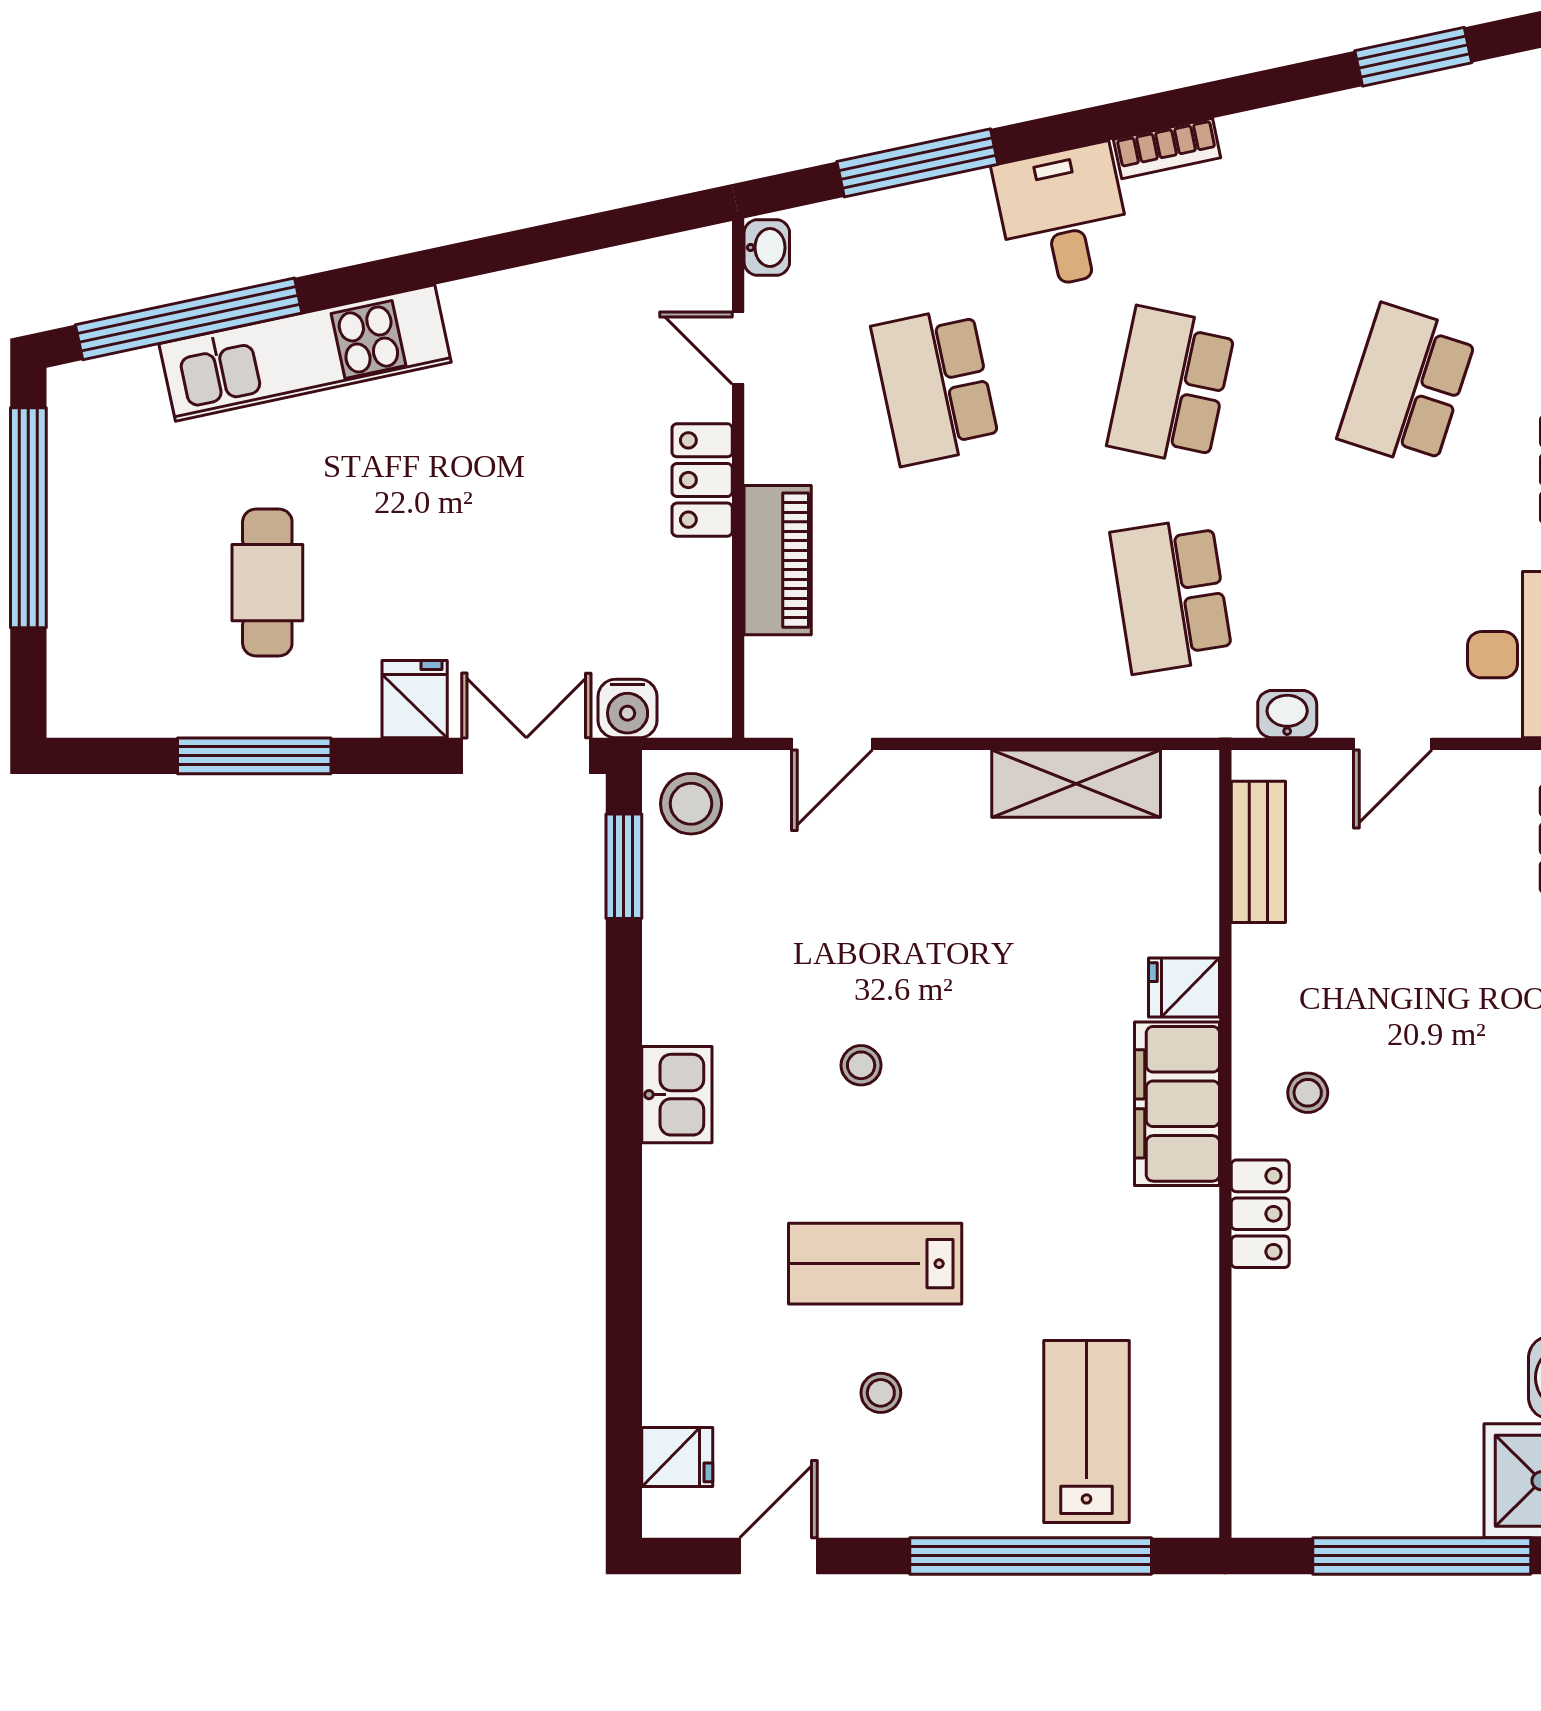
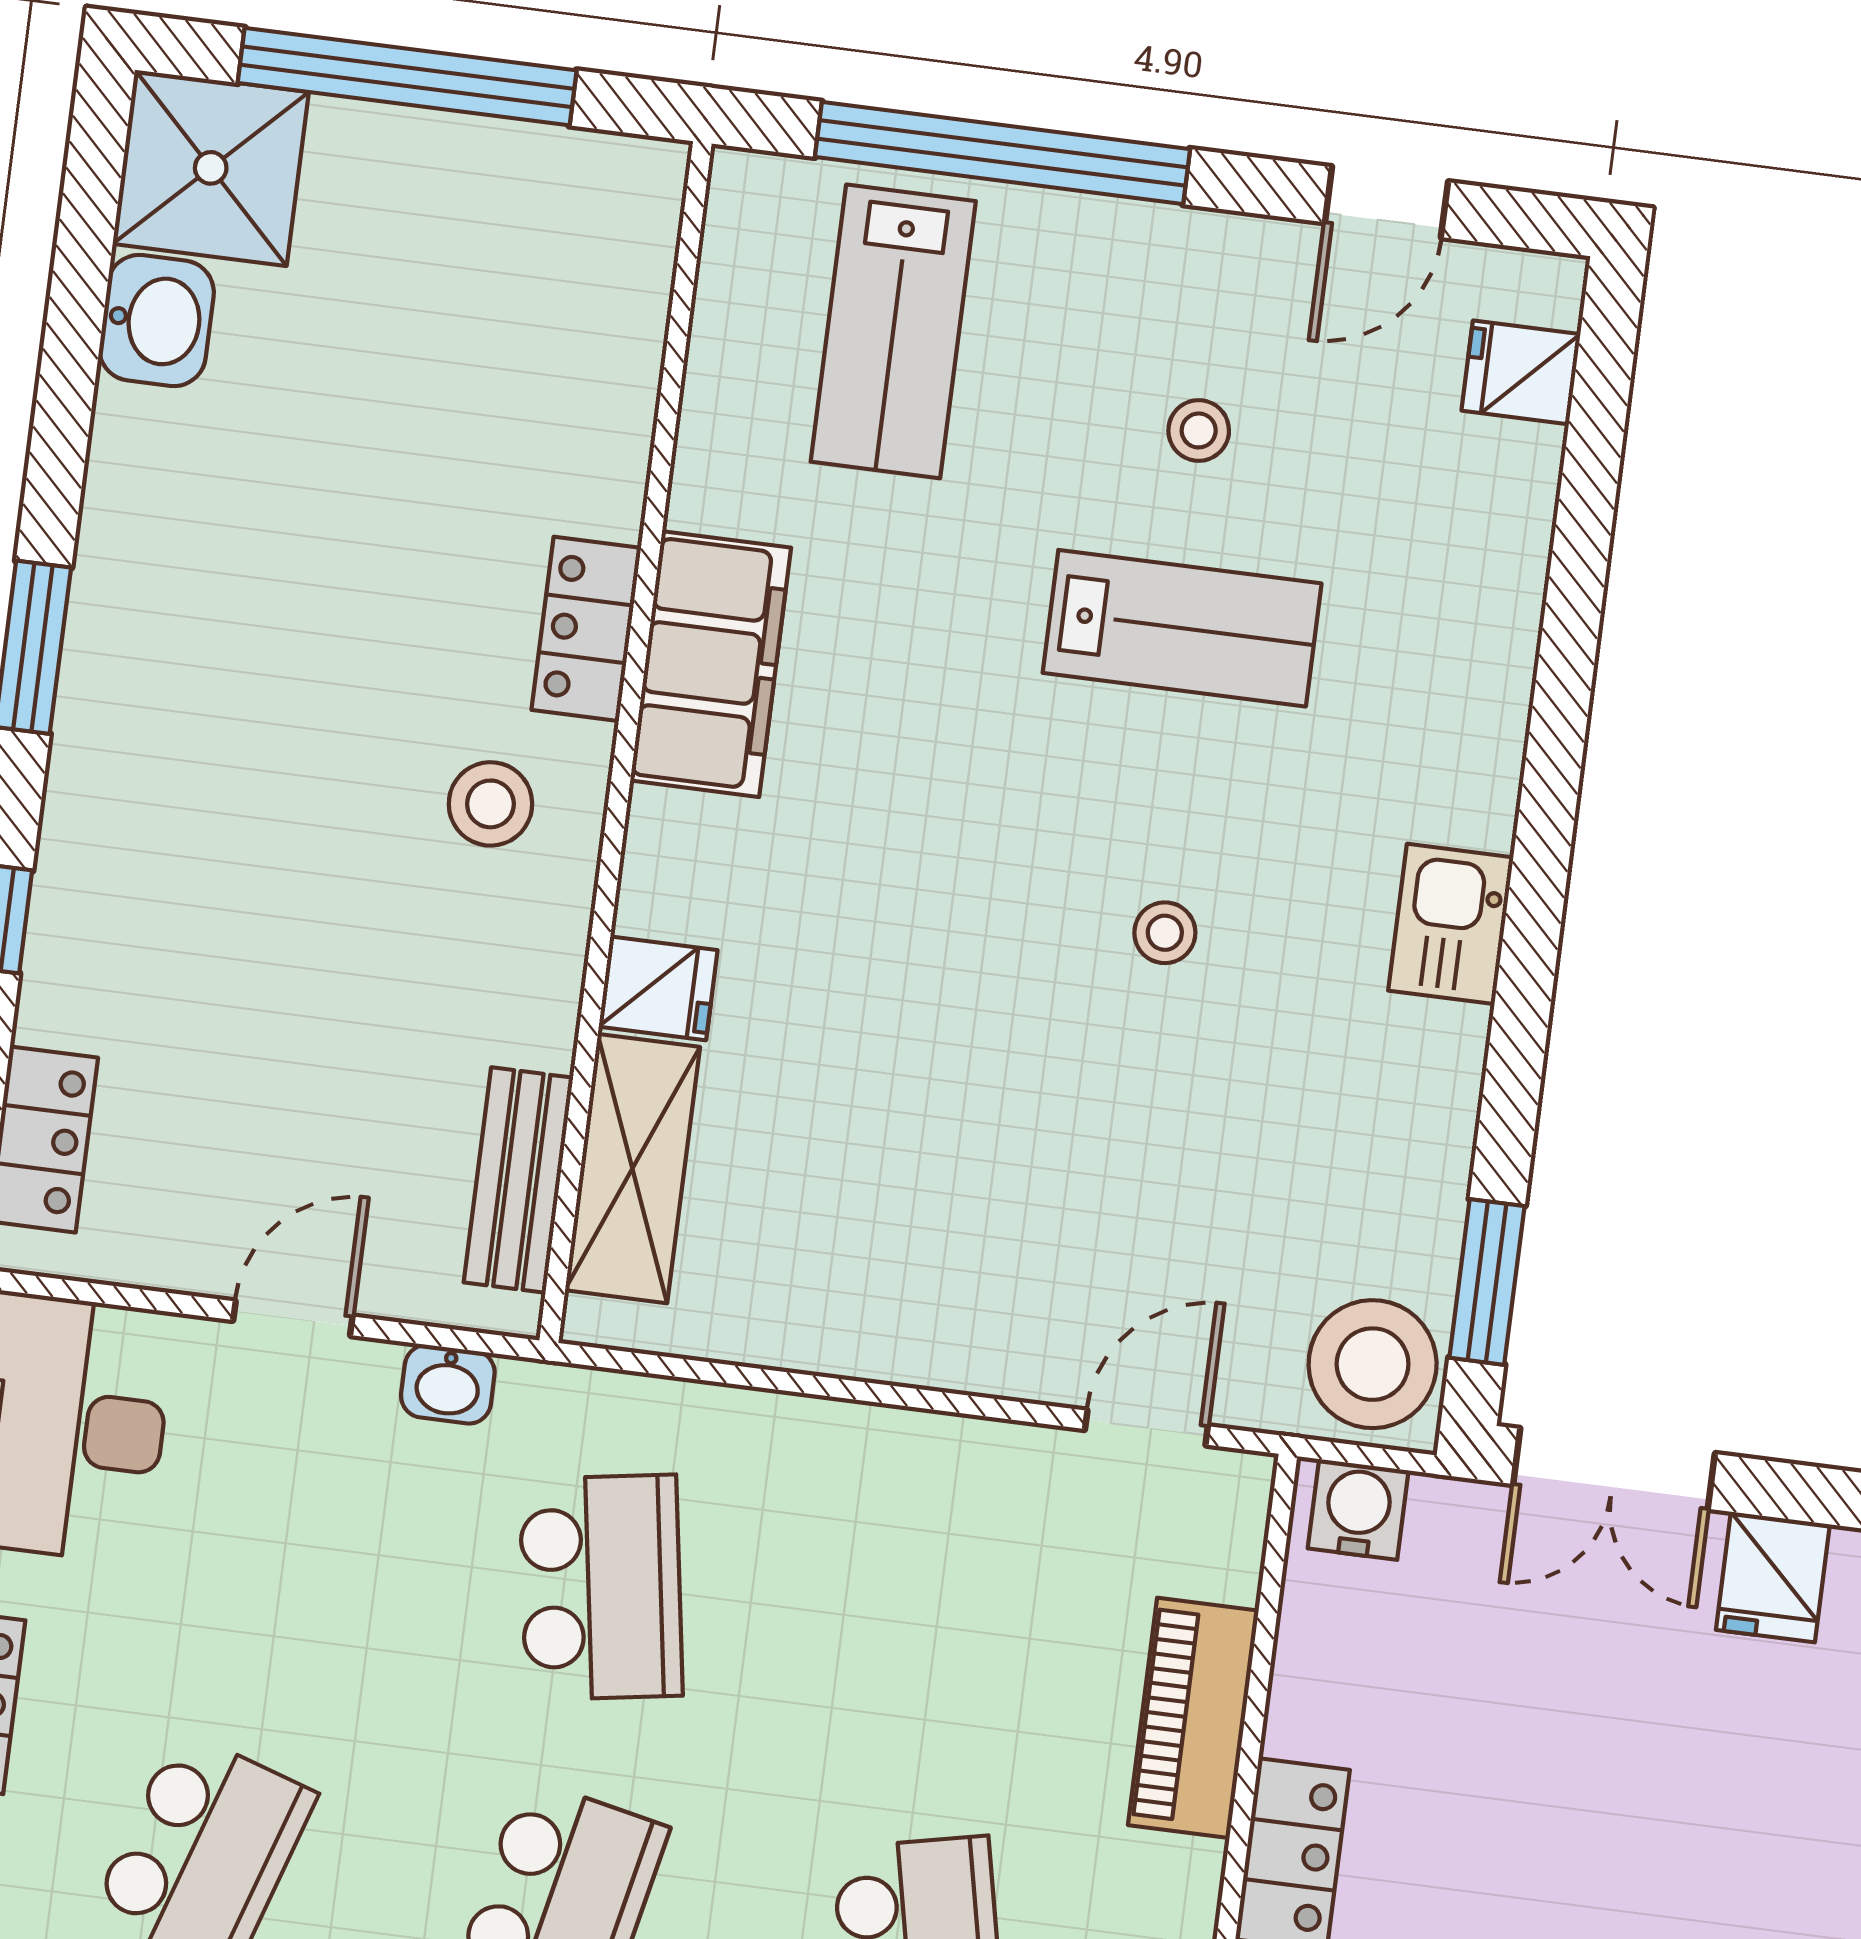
water cooler: (628, 708) -> (1358, 1509), moved
shelving: (1076, 784) -> (632, 1169), moved, turned 90
stool: (691, 804) -> (1373, 1364), width x1.38, depth x1.38
stool: (1308, 1093) -> (490, 804), width x1.37, depth x1.37
filing cabinet: (1177, 1104) -> (711, 664), moved

